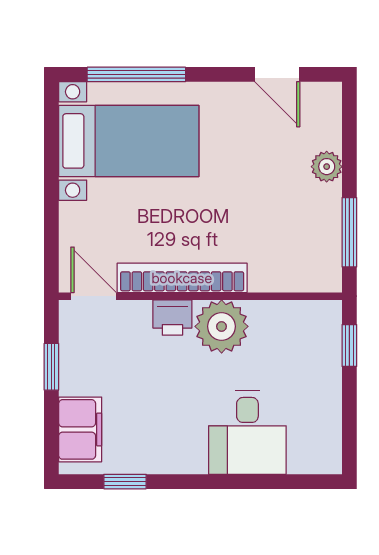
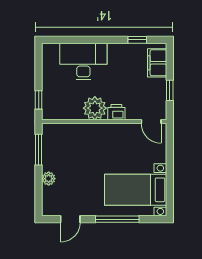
window: (136, 74) -> (117, 219), moved
door: (277, 74) -> (70, 219), swing flipped
bookcase: (182, 278) -> (112, 130), removed
desk: (247, 433) -> (83, 61), width x1.37

